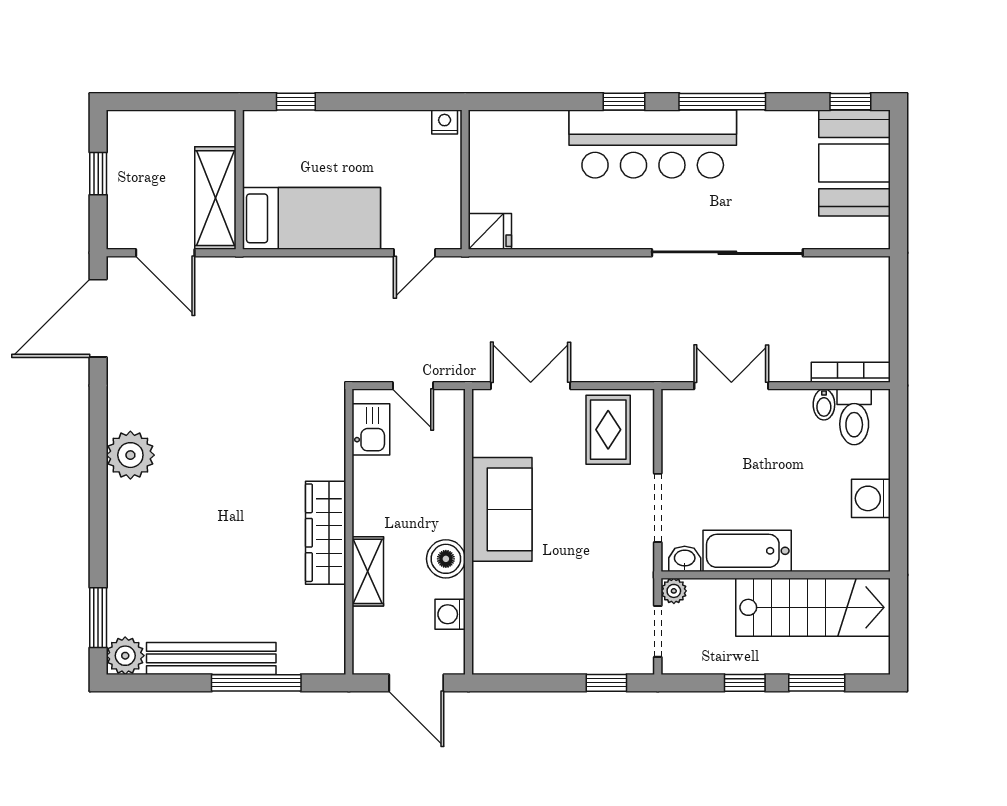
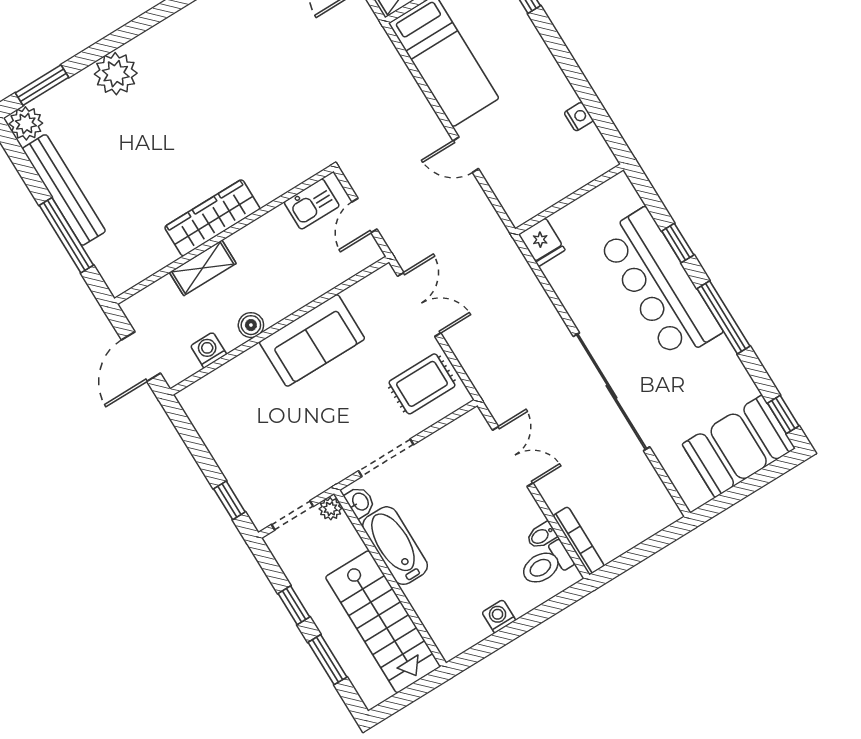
wall: (465, 180) -> (569, 199), moved
fridge: (490, 231) -> (542, 242), moved
plant: (130, 455) -> (116, 74), moved
washing machine: (871, 498) -> (499, 616), width x0.73, depth x0.73
boiler: (446, 559) -> (251, 325), width x0.73, depth x0.73

